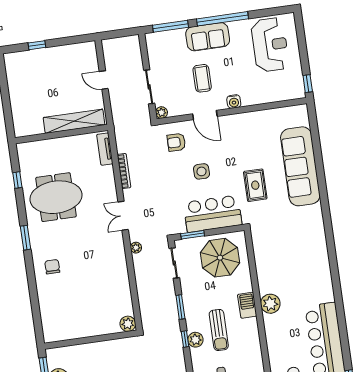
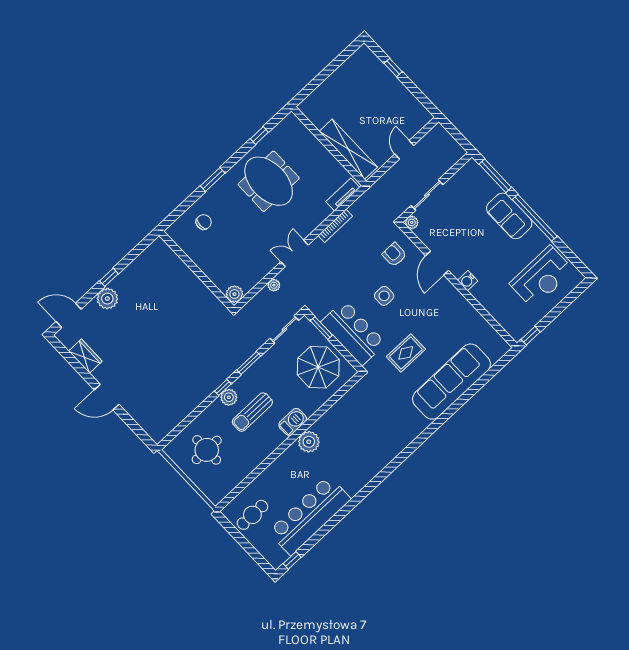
coffee table: (202, 78) -> (468, 237), removed
plant: (128, 324) -> (234, 294), moved
wall: (91, 340) -> (197, 271), moved

